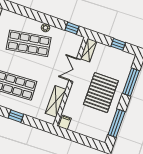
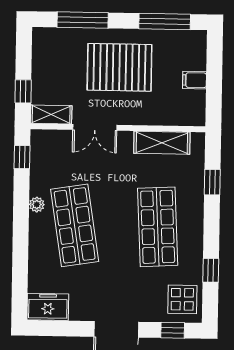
window: (118, 44) -> (23, 91), moved
window: (16, 116) -> (212, 182), moved
filing cabinet: (65, 122) -> (194, 80), moved

